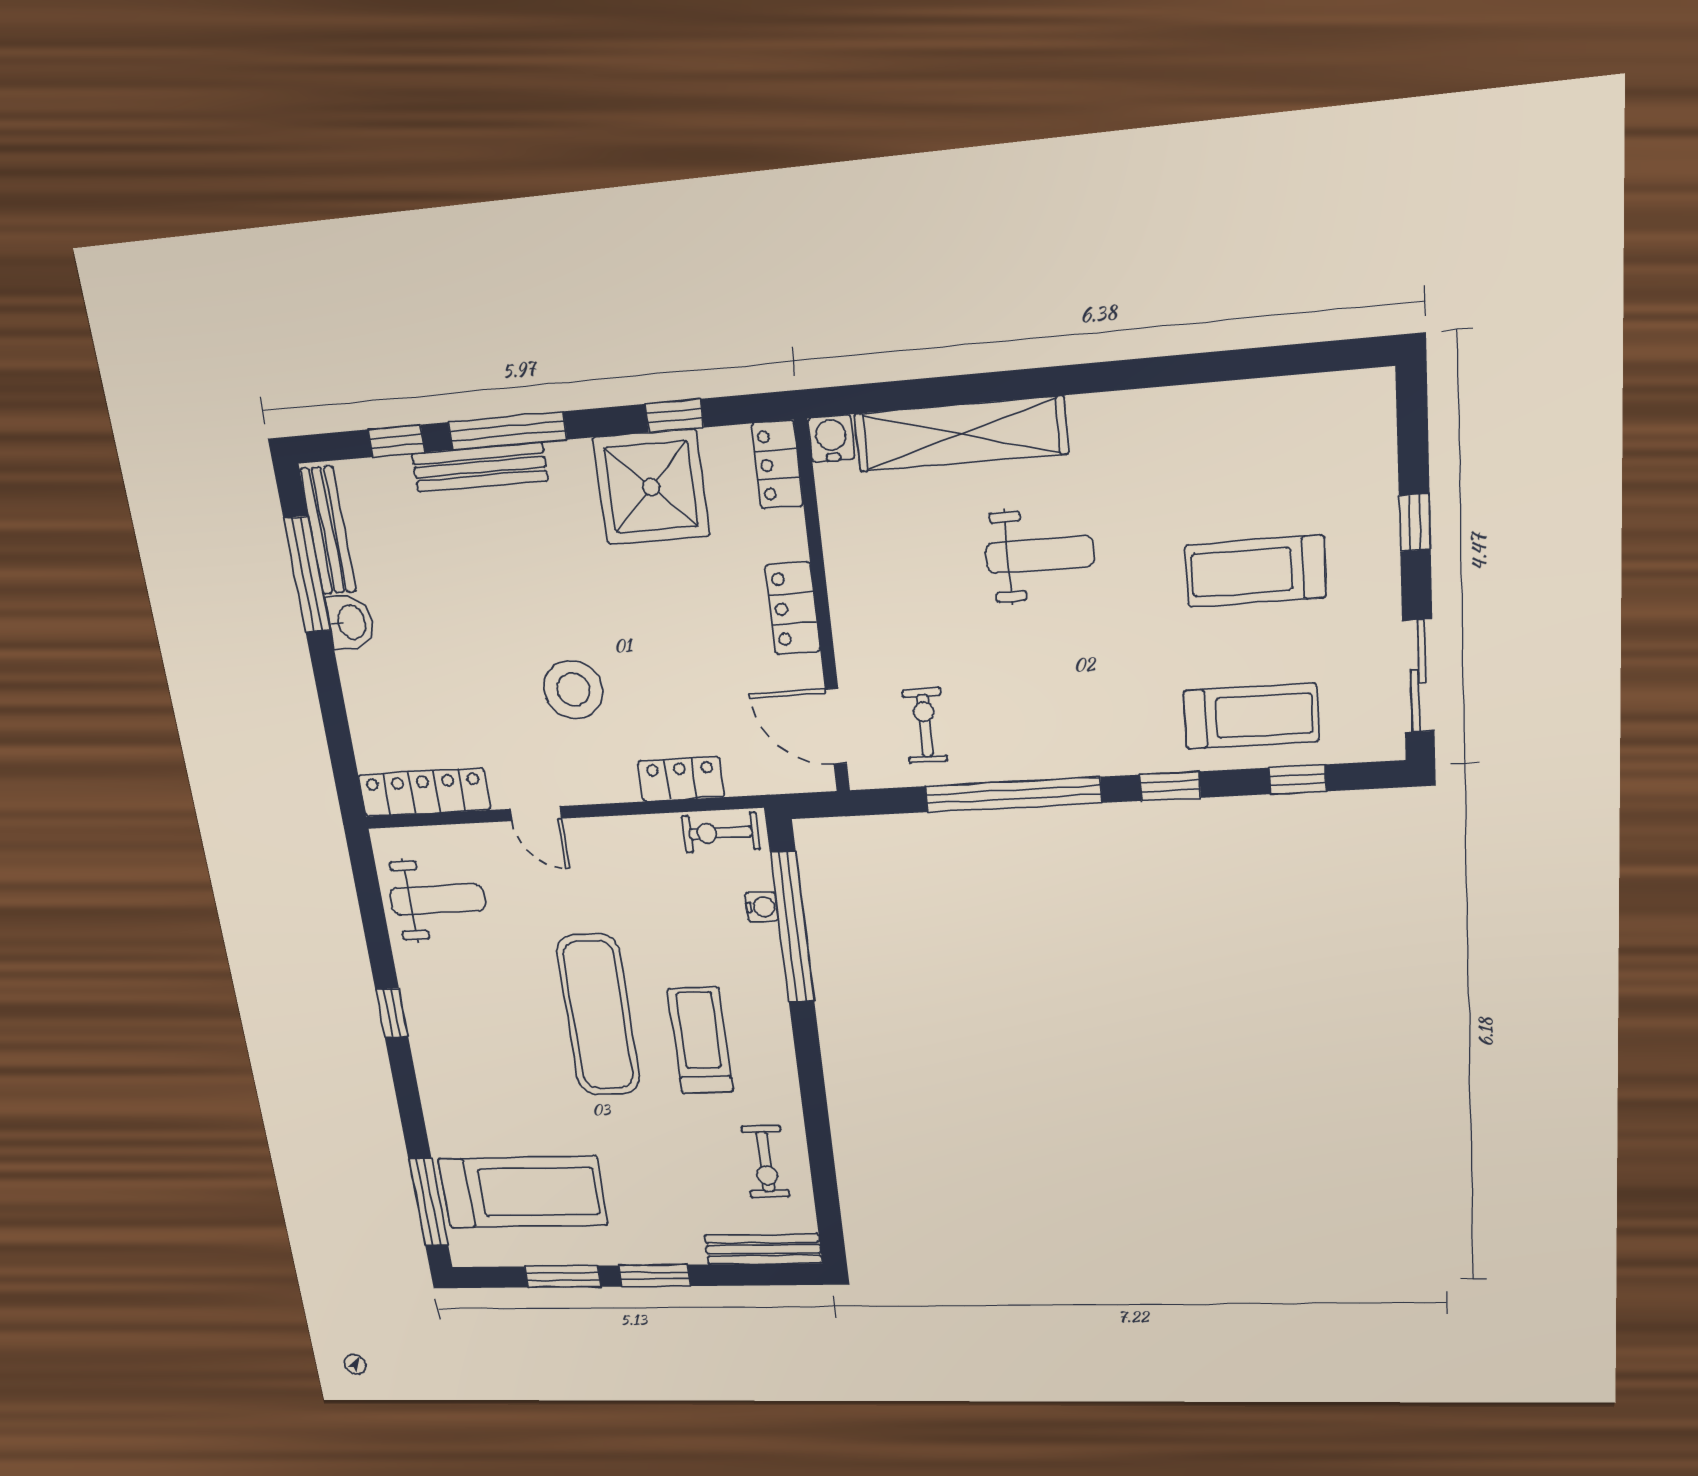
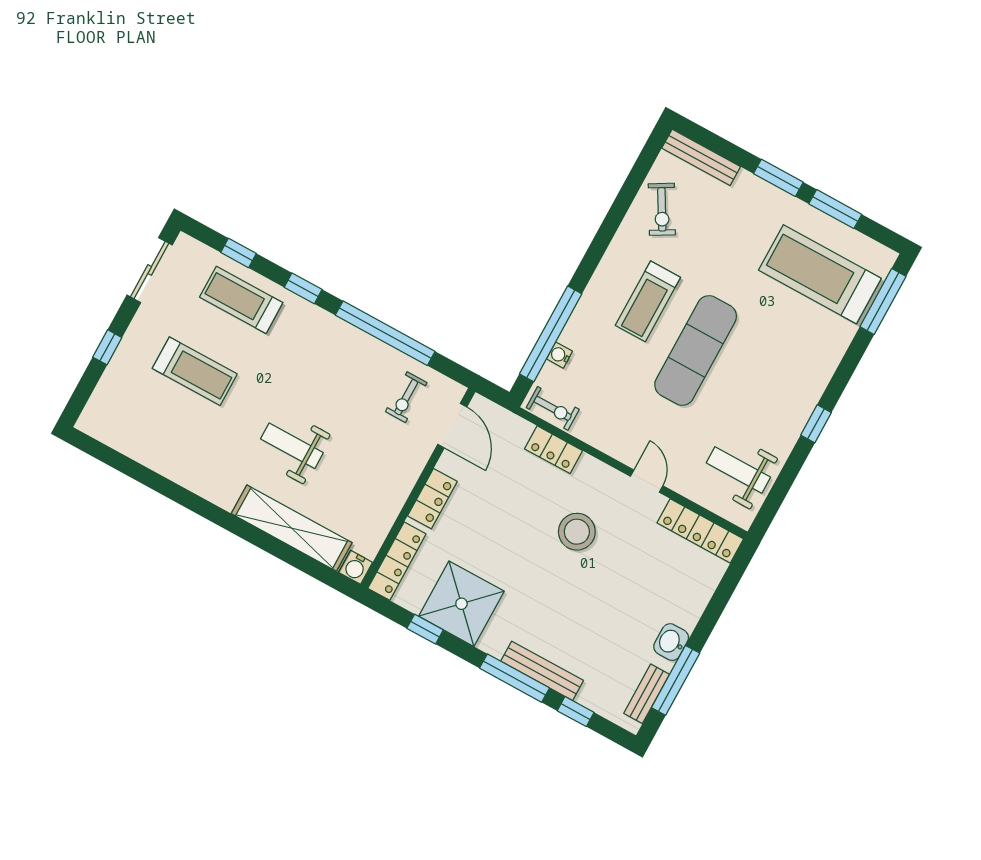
locker: (777, 465) -> (397, 561), width x1.53
bench: (328, 531) -> (647, 694), width x0.73
exercise bike: (765, 1162) -> (662, 209), turned 150

